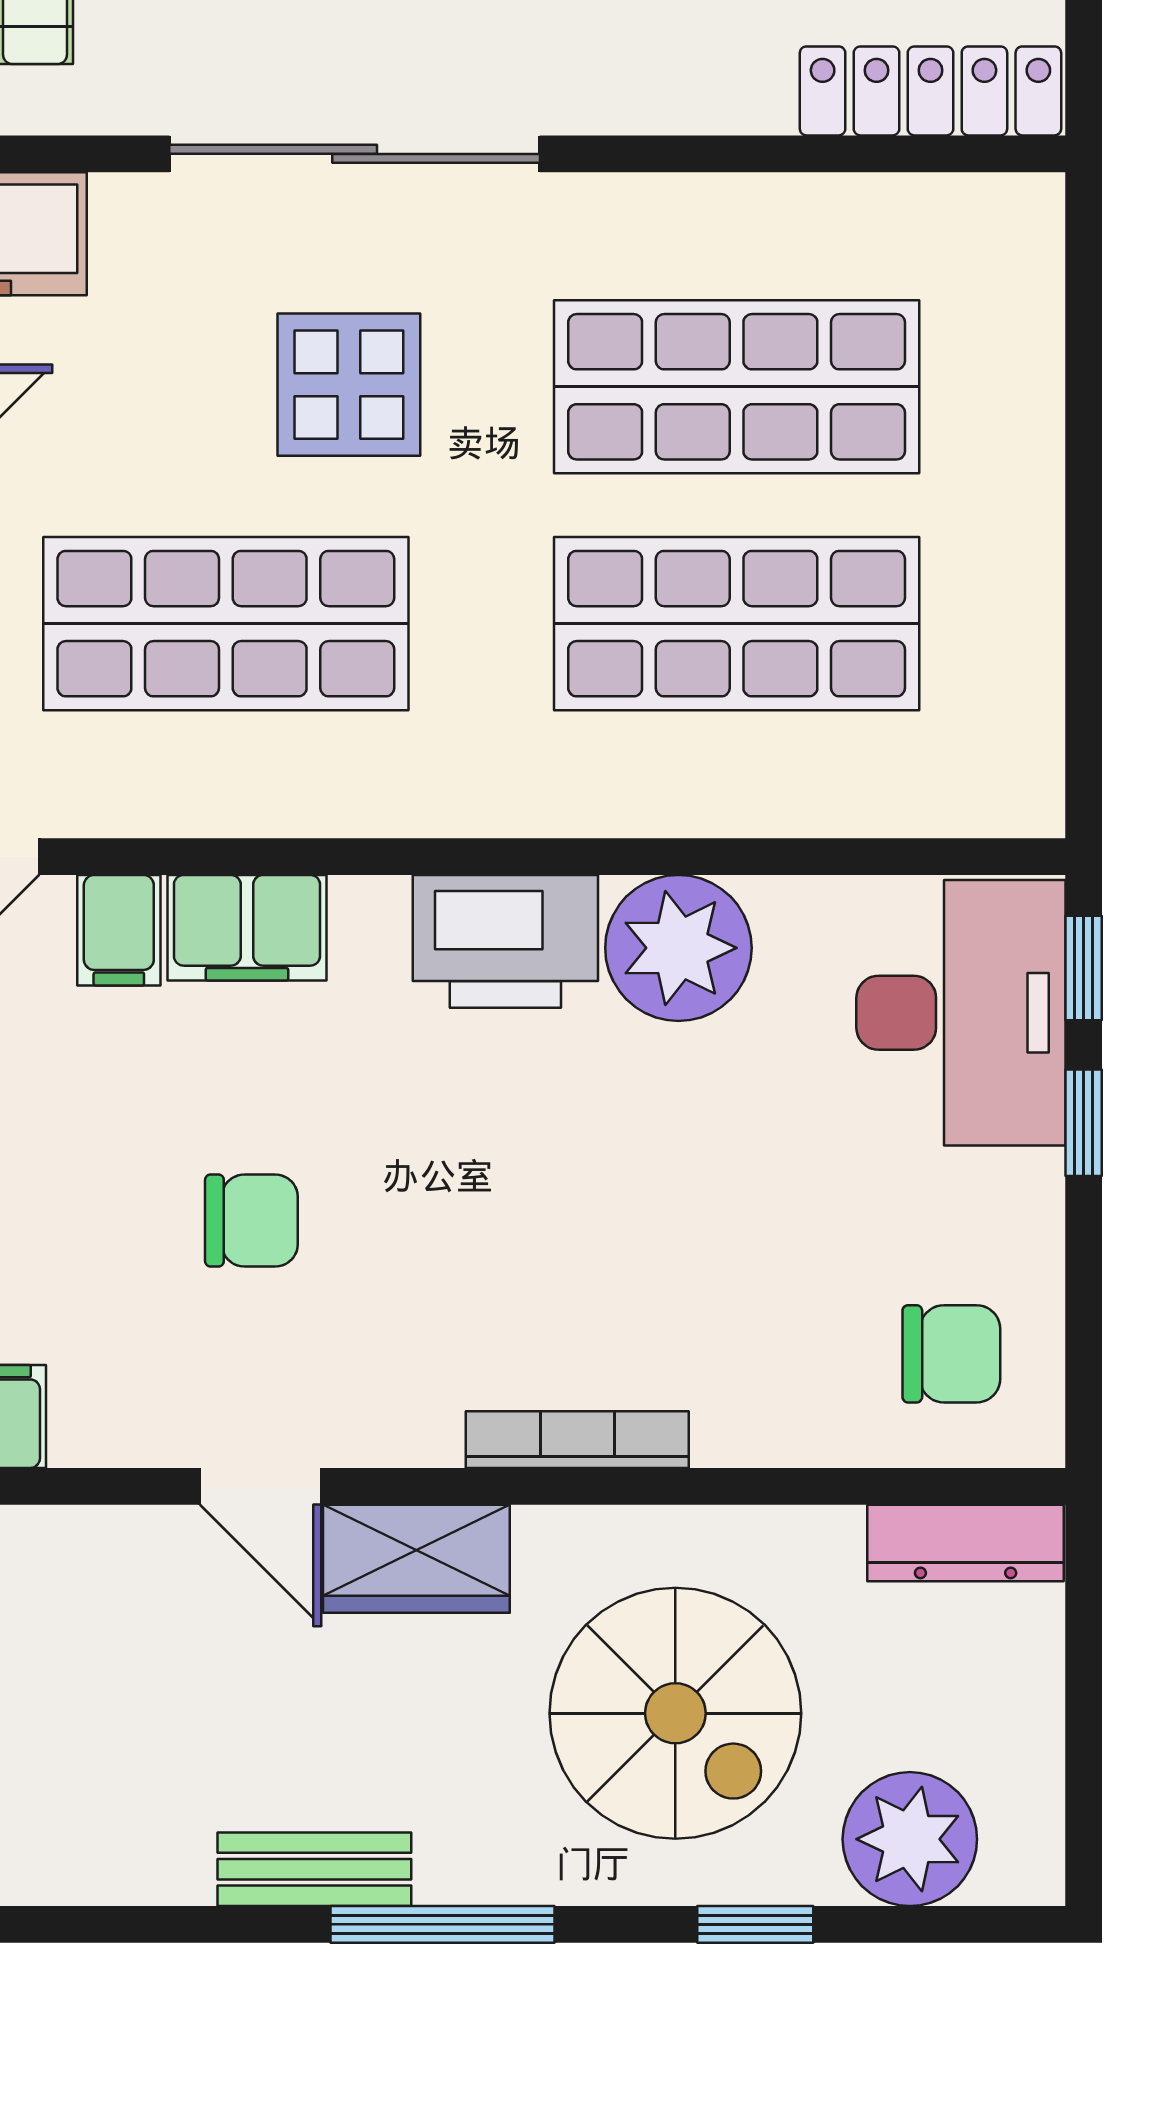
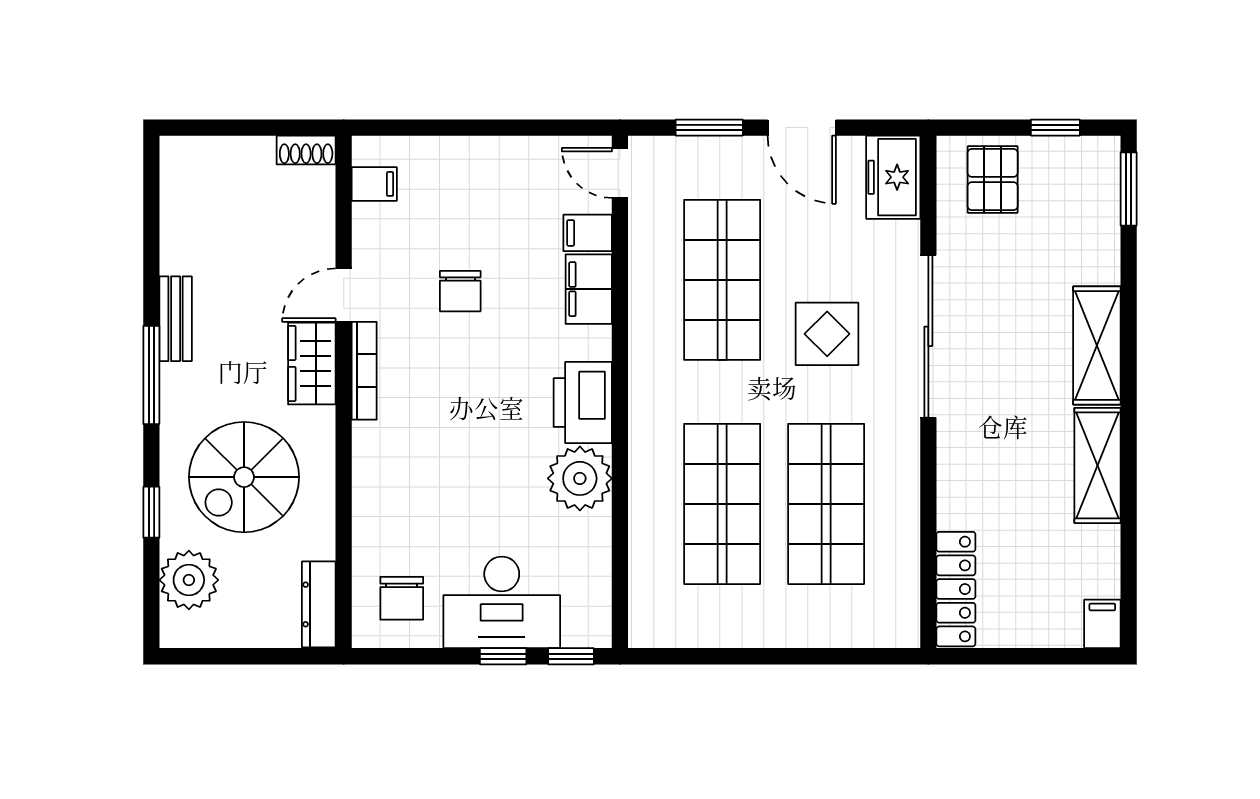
desk: (961, 1013) -> (502, 602), moved
bookcase: (577, 1440) -> (364, 371), moved

